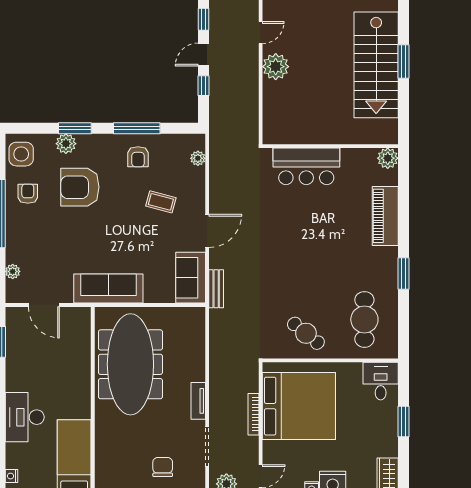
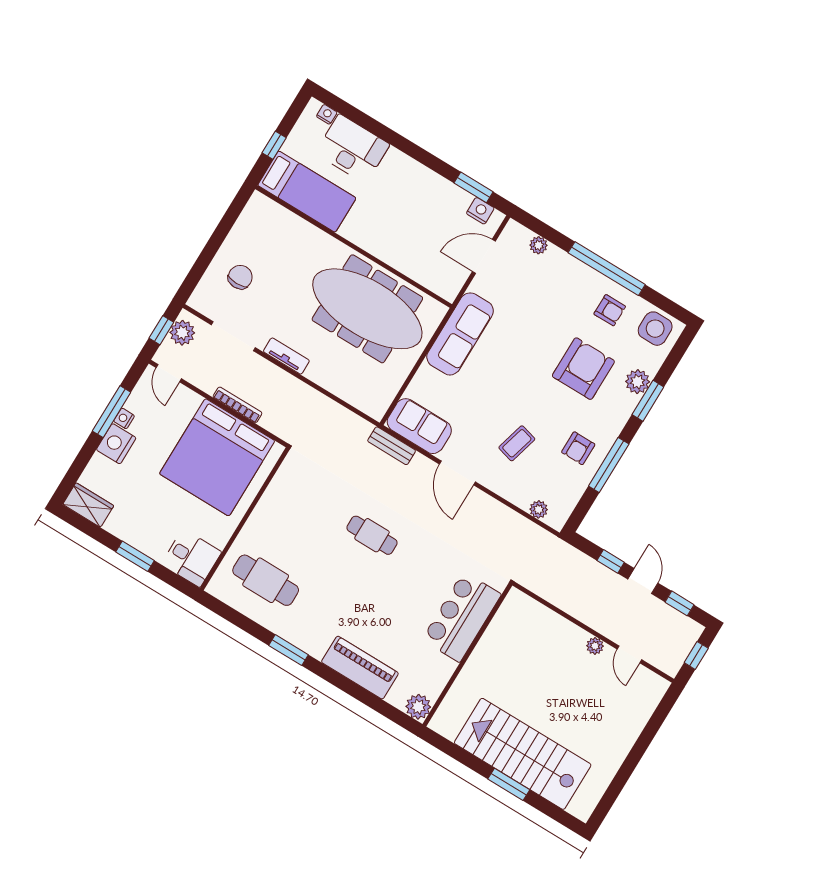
plant: (276, 67) -> (595, 646), width x0.53, depth x0.53
armchair: (138, 157) -> (578, 448), turned -90
nightstand: (13, 327) -> (480, 211), added
cafe table: (306, 333) -> (372, 535), moved, turned 51
desk: (25, 417) -> (352, 149), moved
chair: (163, 467) -> (240, 277), turned -90

